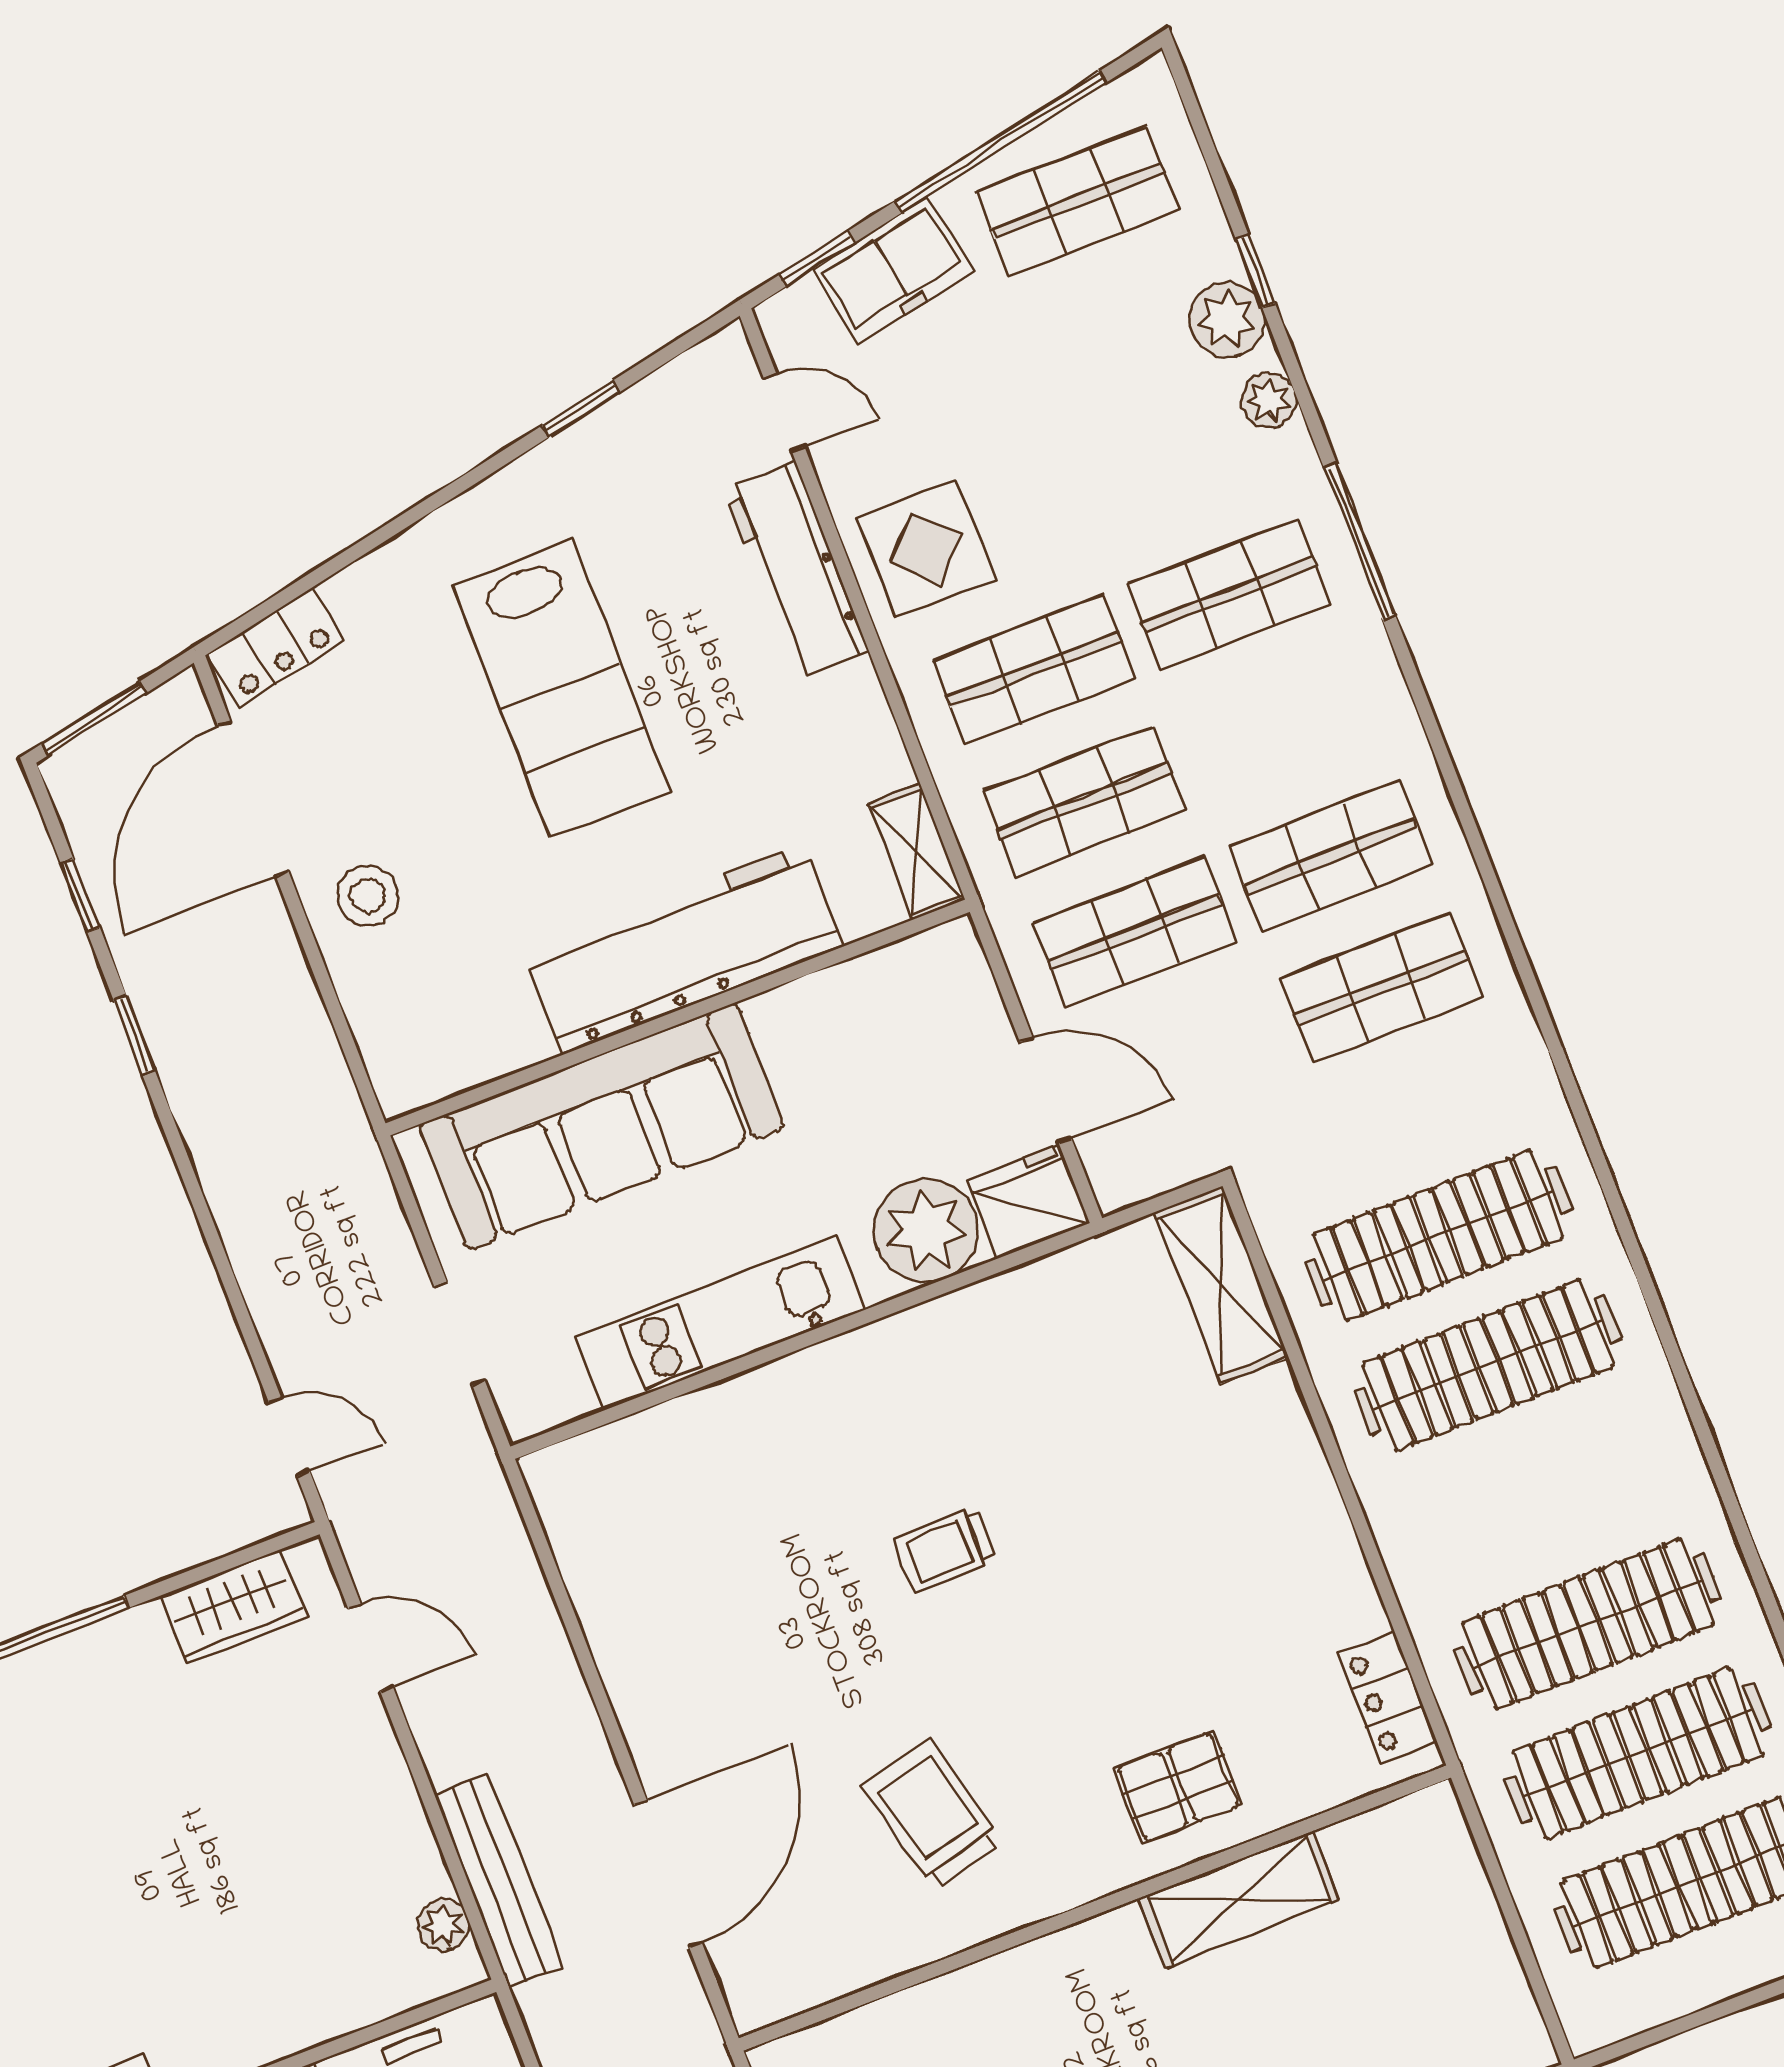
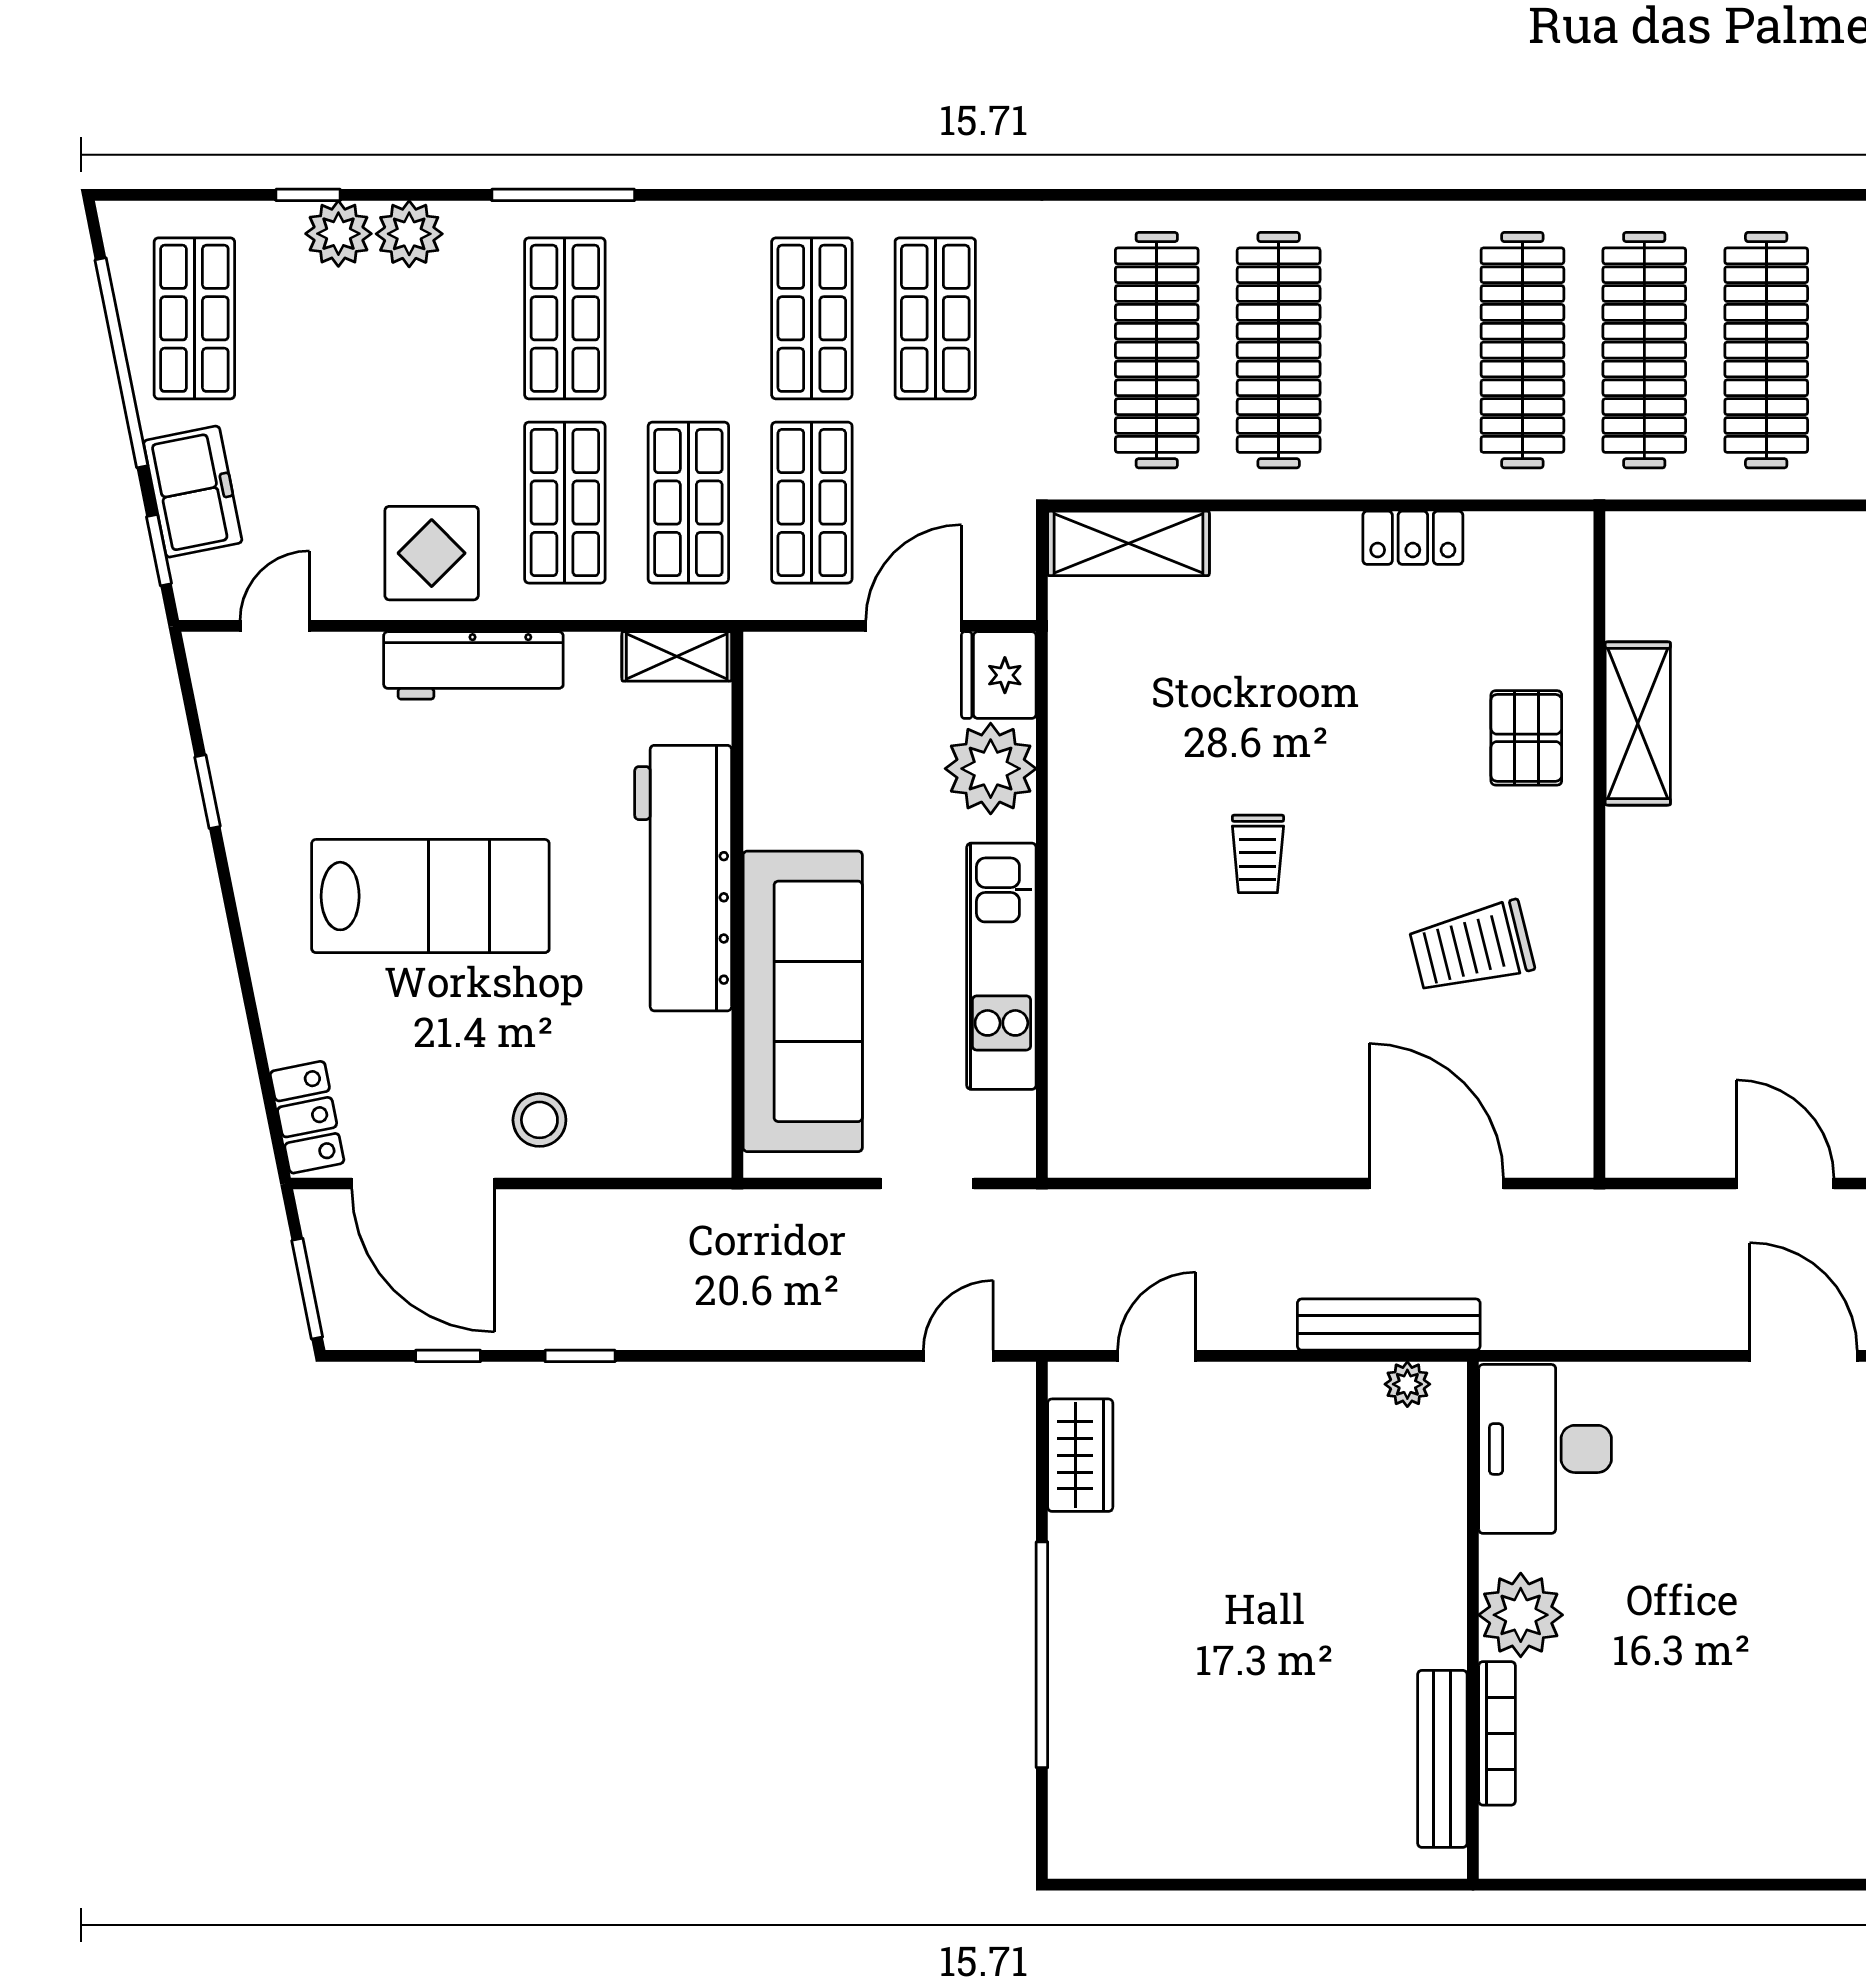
plant: (1269, 400) -> (409, 234), width x1.38, depth x1.38
workbench: (796, 569) -> (473, 665), moved
locker: (1388, 1698) -> (1413, 538), moved

